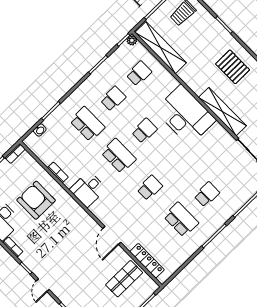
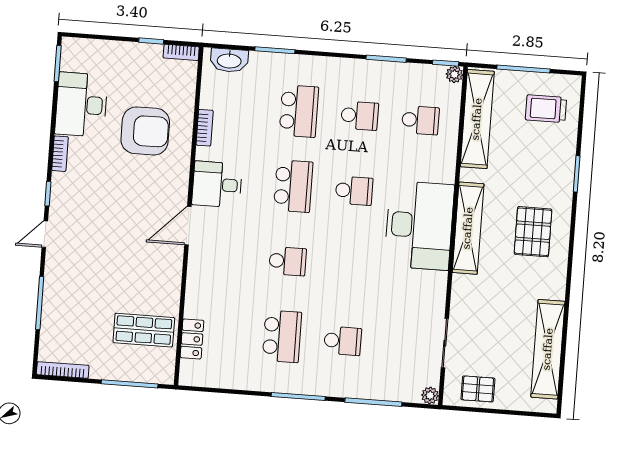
shelving: (222, 112) -> (468, 228), moved
washbasin: (40, 130) -> (229, 60), width x1.91, depth x1.45
armchair: (36, 200) -> (145, 131), turned 90
door: (112, 235) -> (188, 226), moved
locker: (147, 261) -> (192, 339), width x0.66

